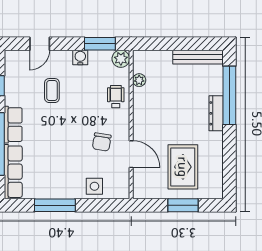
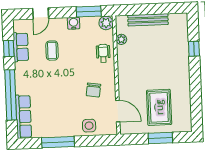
bench: (198, 57) -> (148, 20), moved
window: (229, 95) -> (194, 49), width x0.32
dresser: (216, 113) -> (184, 63), removed
row of seats: (13, 125) -> (21, 47), moved
door: (131, 154) -> (118, 111), moved

